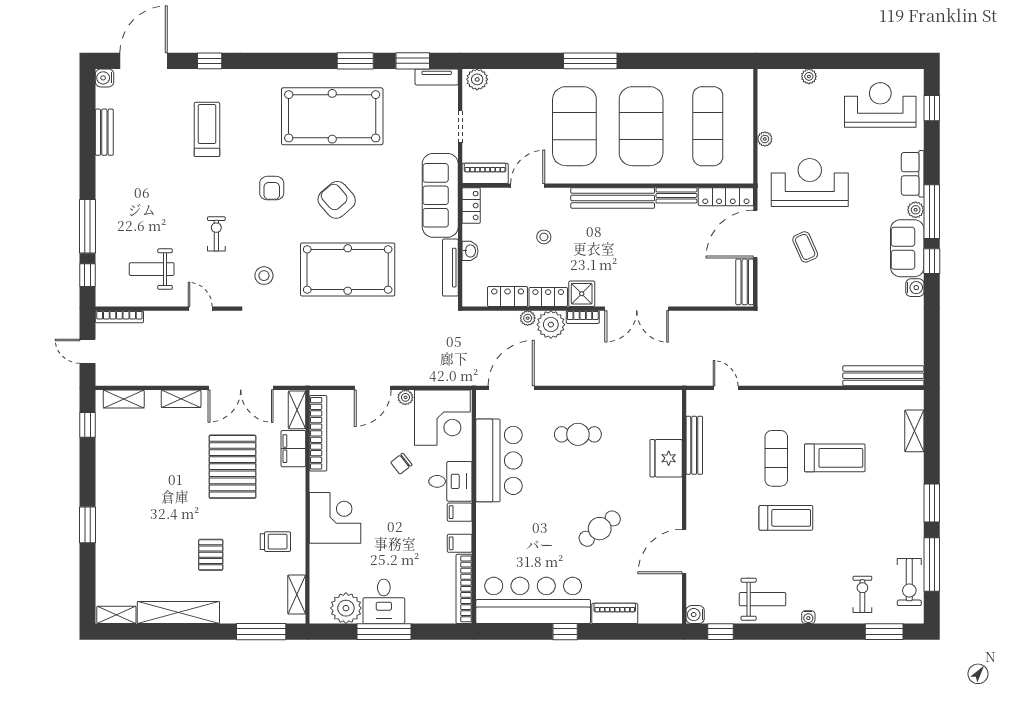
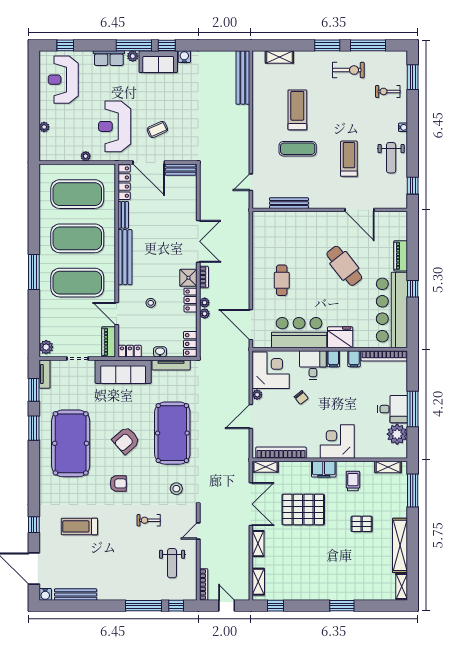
exercise mat: (708, 126) -> (77, 194), width x1.47
bench: (104, 132) -> (76, 595), width x1.36
locker: (508, 297) -> (190, 344), moved
plant: (551, 325) -> (205, 303), width x0.53, depth x0.53
door: (88, 351) -> (227, 606), swing flipped
door: (373, 388) -> (251, 417), swing flipped
filing cabinet: (293, 449) -> (324, 469), moved
fridge: (666, 458) -> (340, 337), moved, turned 180
treadmill: (786, 518) -> (349, 159), moved
cafe table: (600, 529) -> (344, 266), width x1.37, depth x1.35
exercise bike: (909, 582) -> (348, 70), moved
weight bench: (763, 599) -> (391, 158), turned 180
water cooler: (695, 615) -> (401, 202), removed

